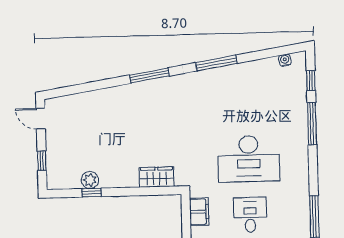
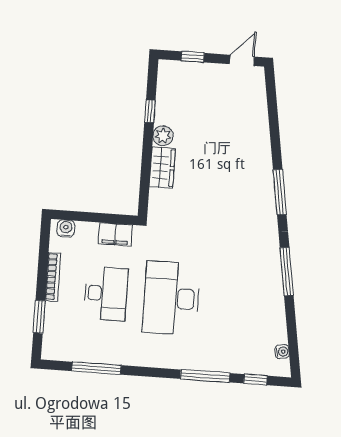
wardrobe: (157, 177) -> (162, 168), moved
plant: (90, 180) -> (163, 136), moved
desk: (250, 215) -> (106, 294), width x1.37

